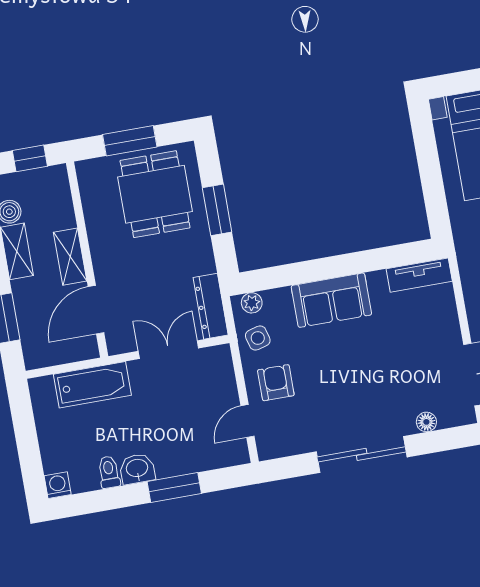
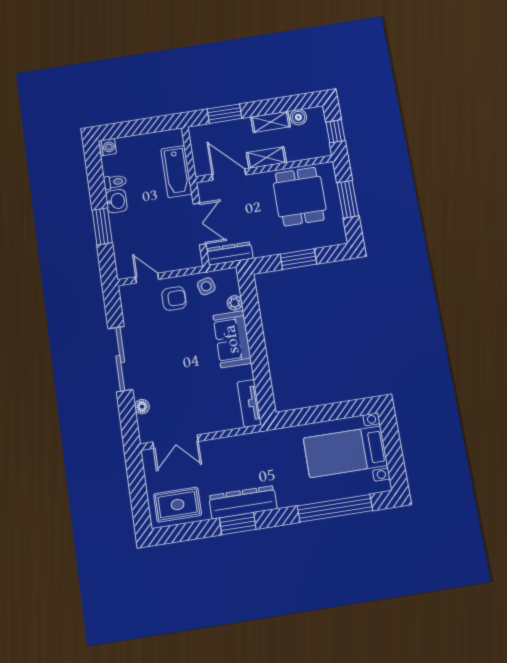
dining table: (155, 194) -> (300, 197), moved, turned 90
plant: (252, 303) -> (235, 303), moved

